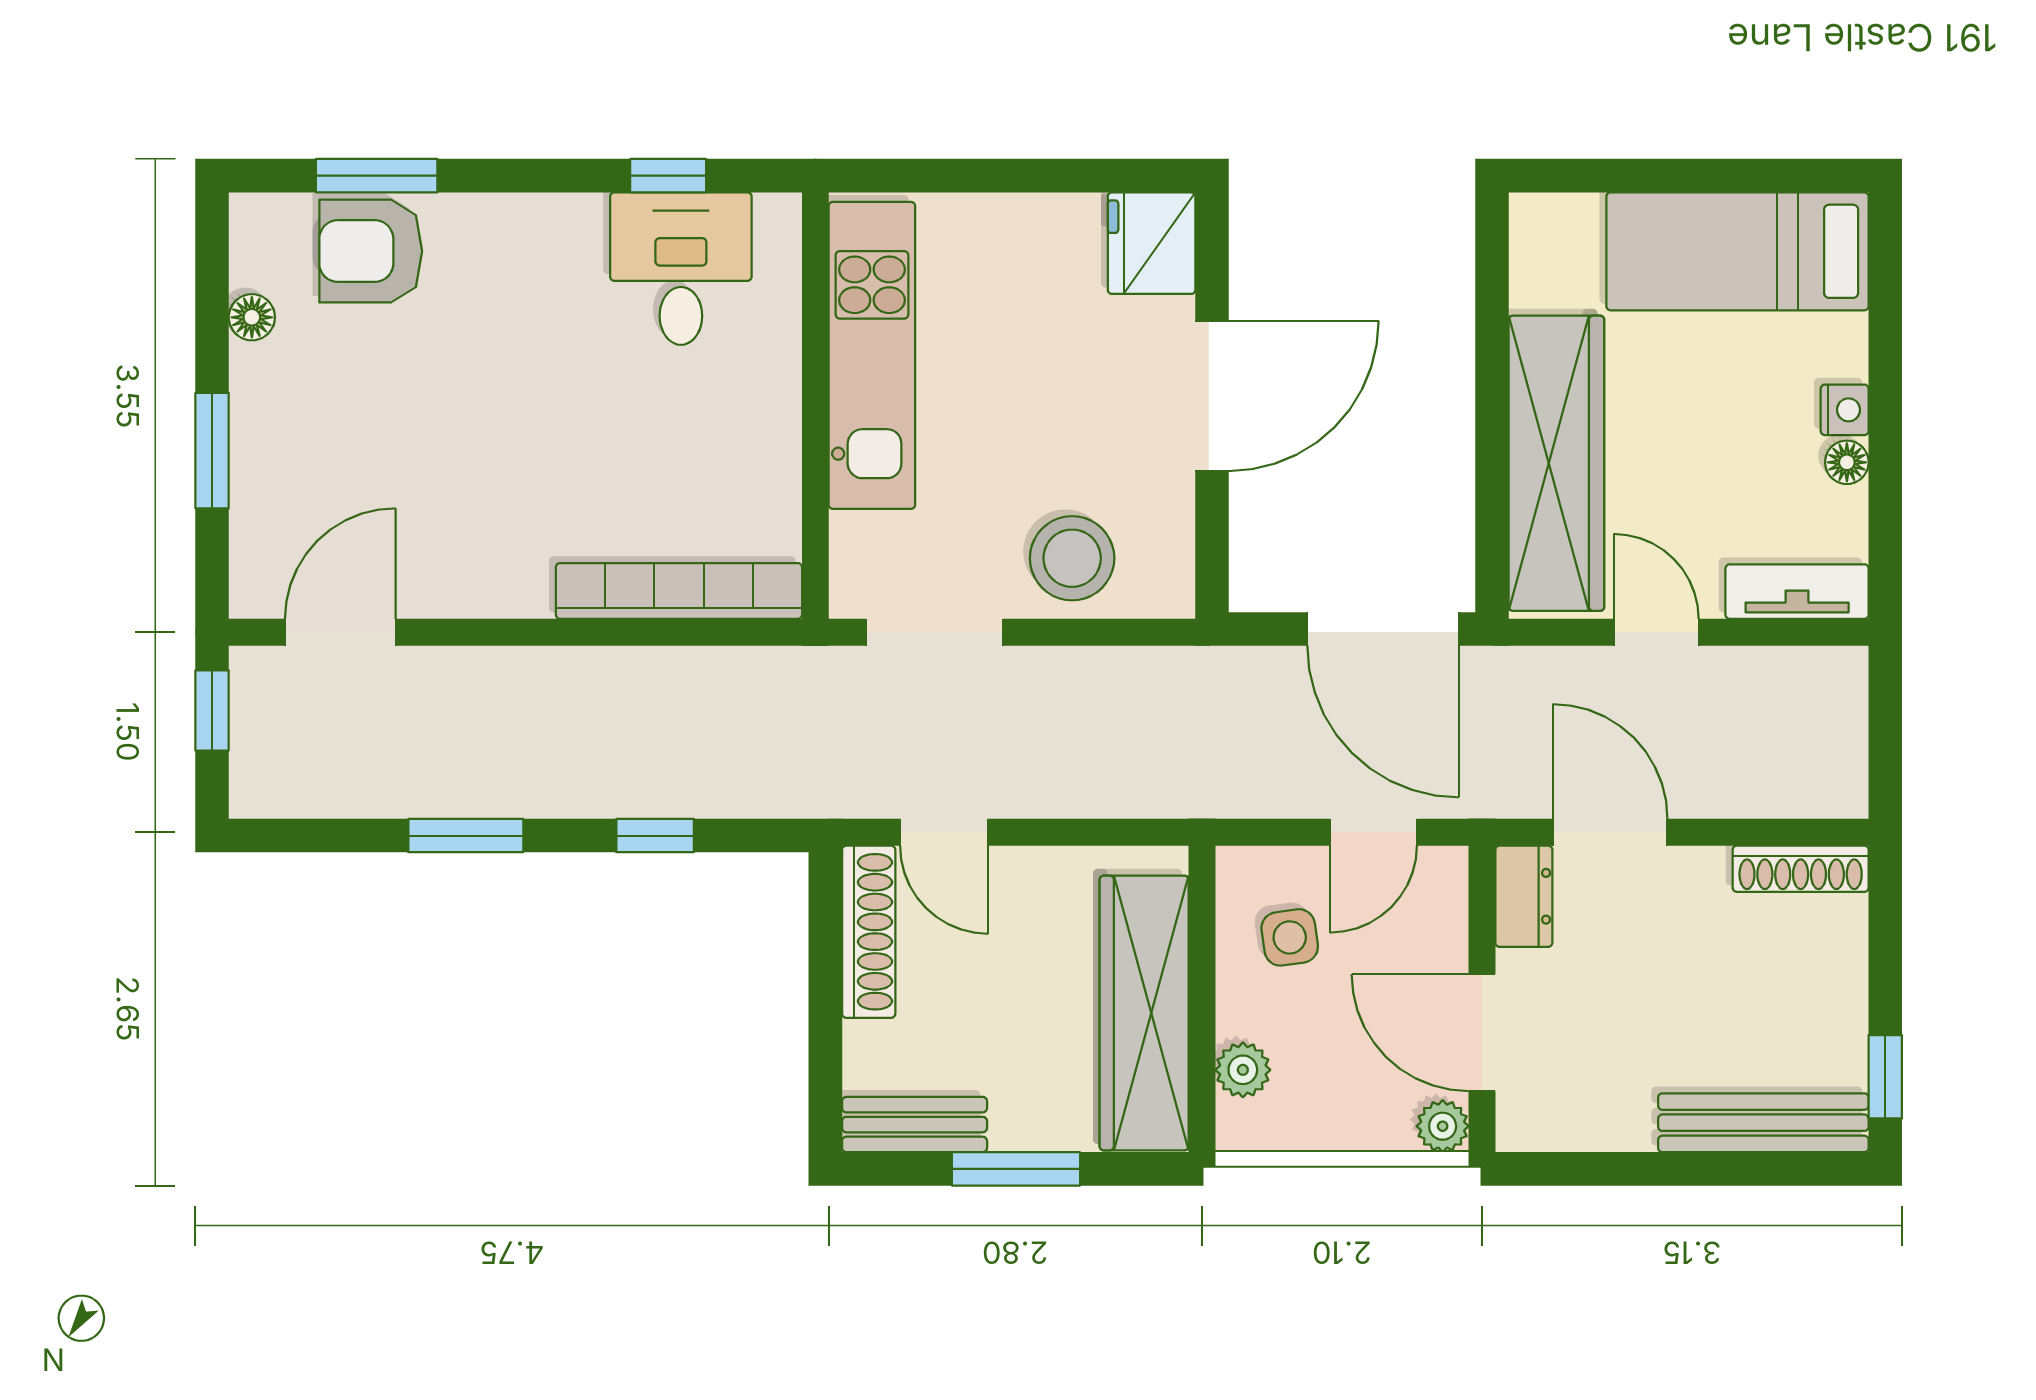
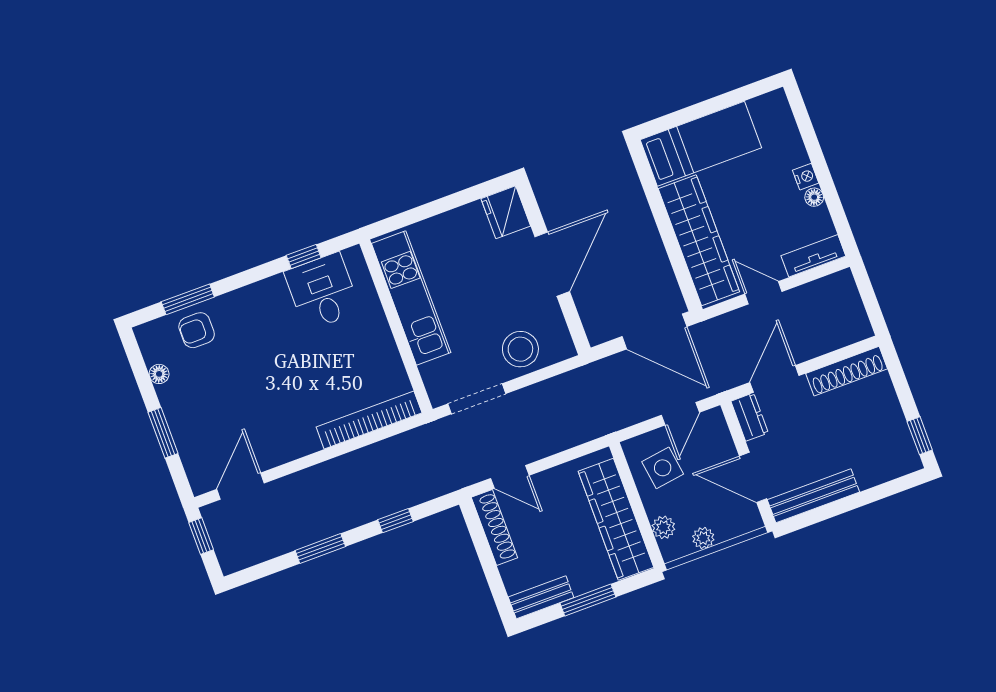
armchair: (371, 251) -> (197, 330), width x0.72, depth x0.72
bed: (1737, 251) -> (701, 144), moved, turned 180
door: (1610, 832) -> (774, 379), hinge flipped
shoe rack: (1801, 869) -> (847, 371), width x1.36, depth x1.24
side table: (1290, 937) -> (663, 468), width x1.37, depth x1.37
bench: (1763, 1123) -> (813, 496), moved
plant: (1443, 1126) -> (703, 538), moved

